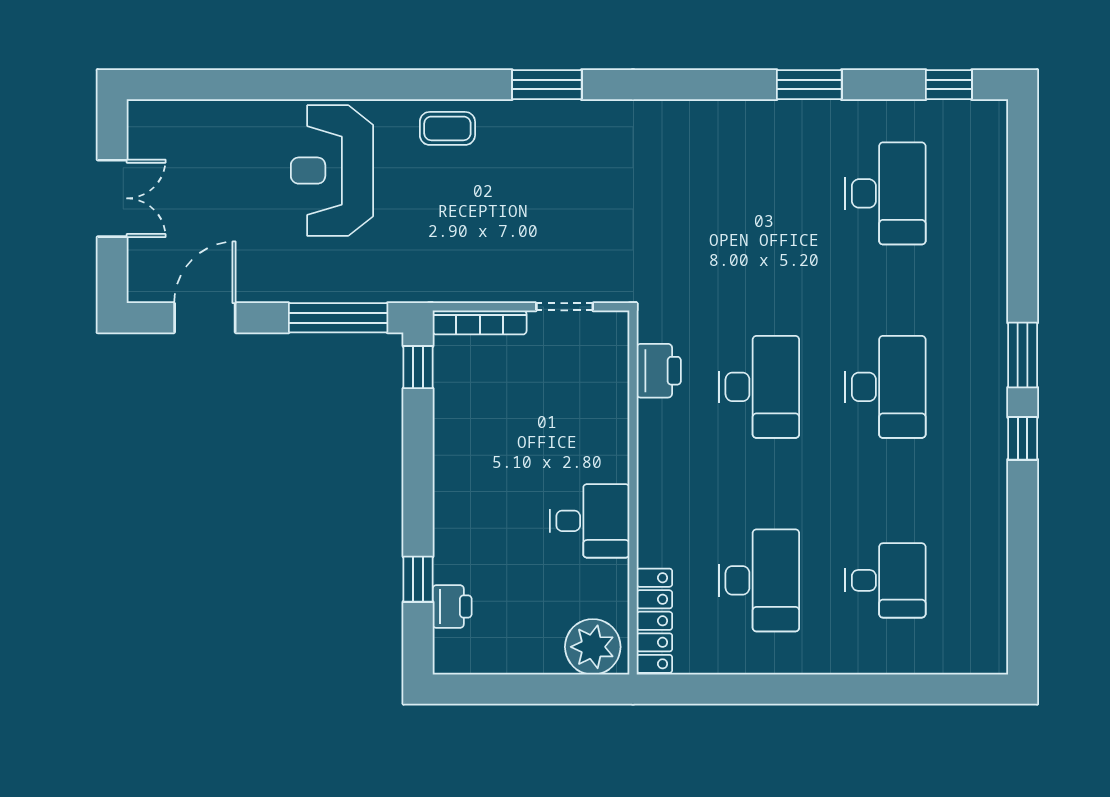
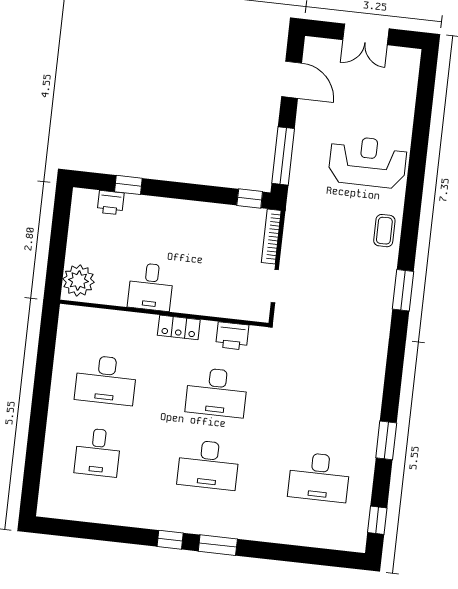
locker: (654, 621) -> (179, 327), moved, width x0.66

